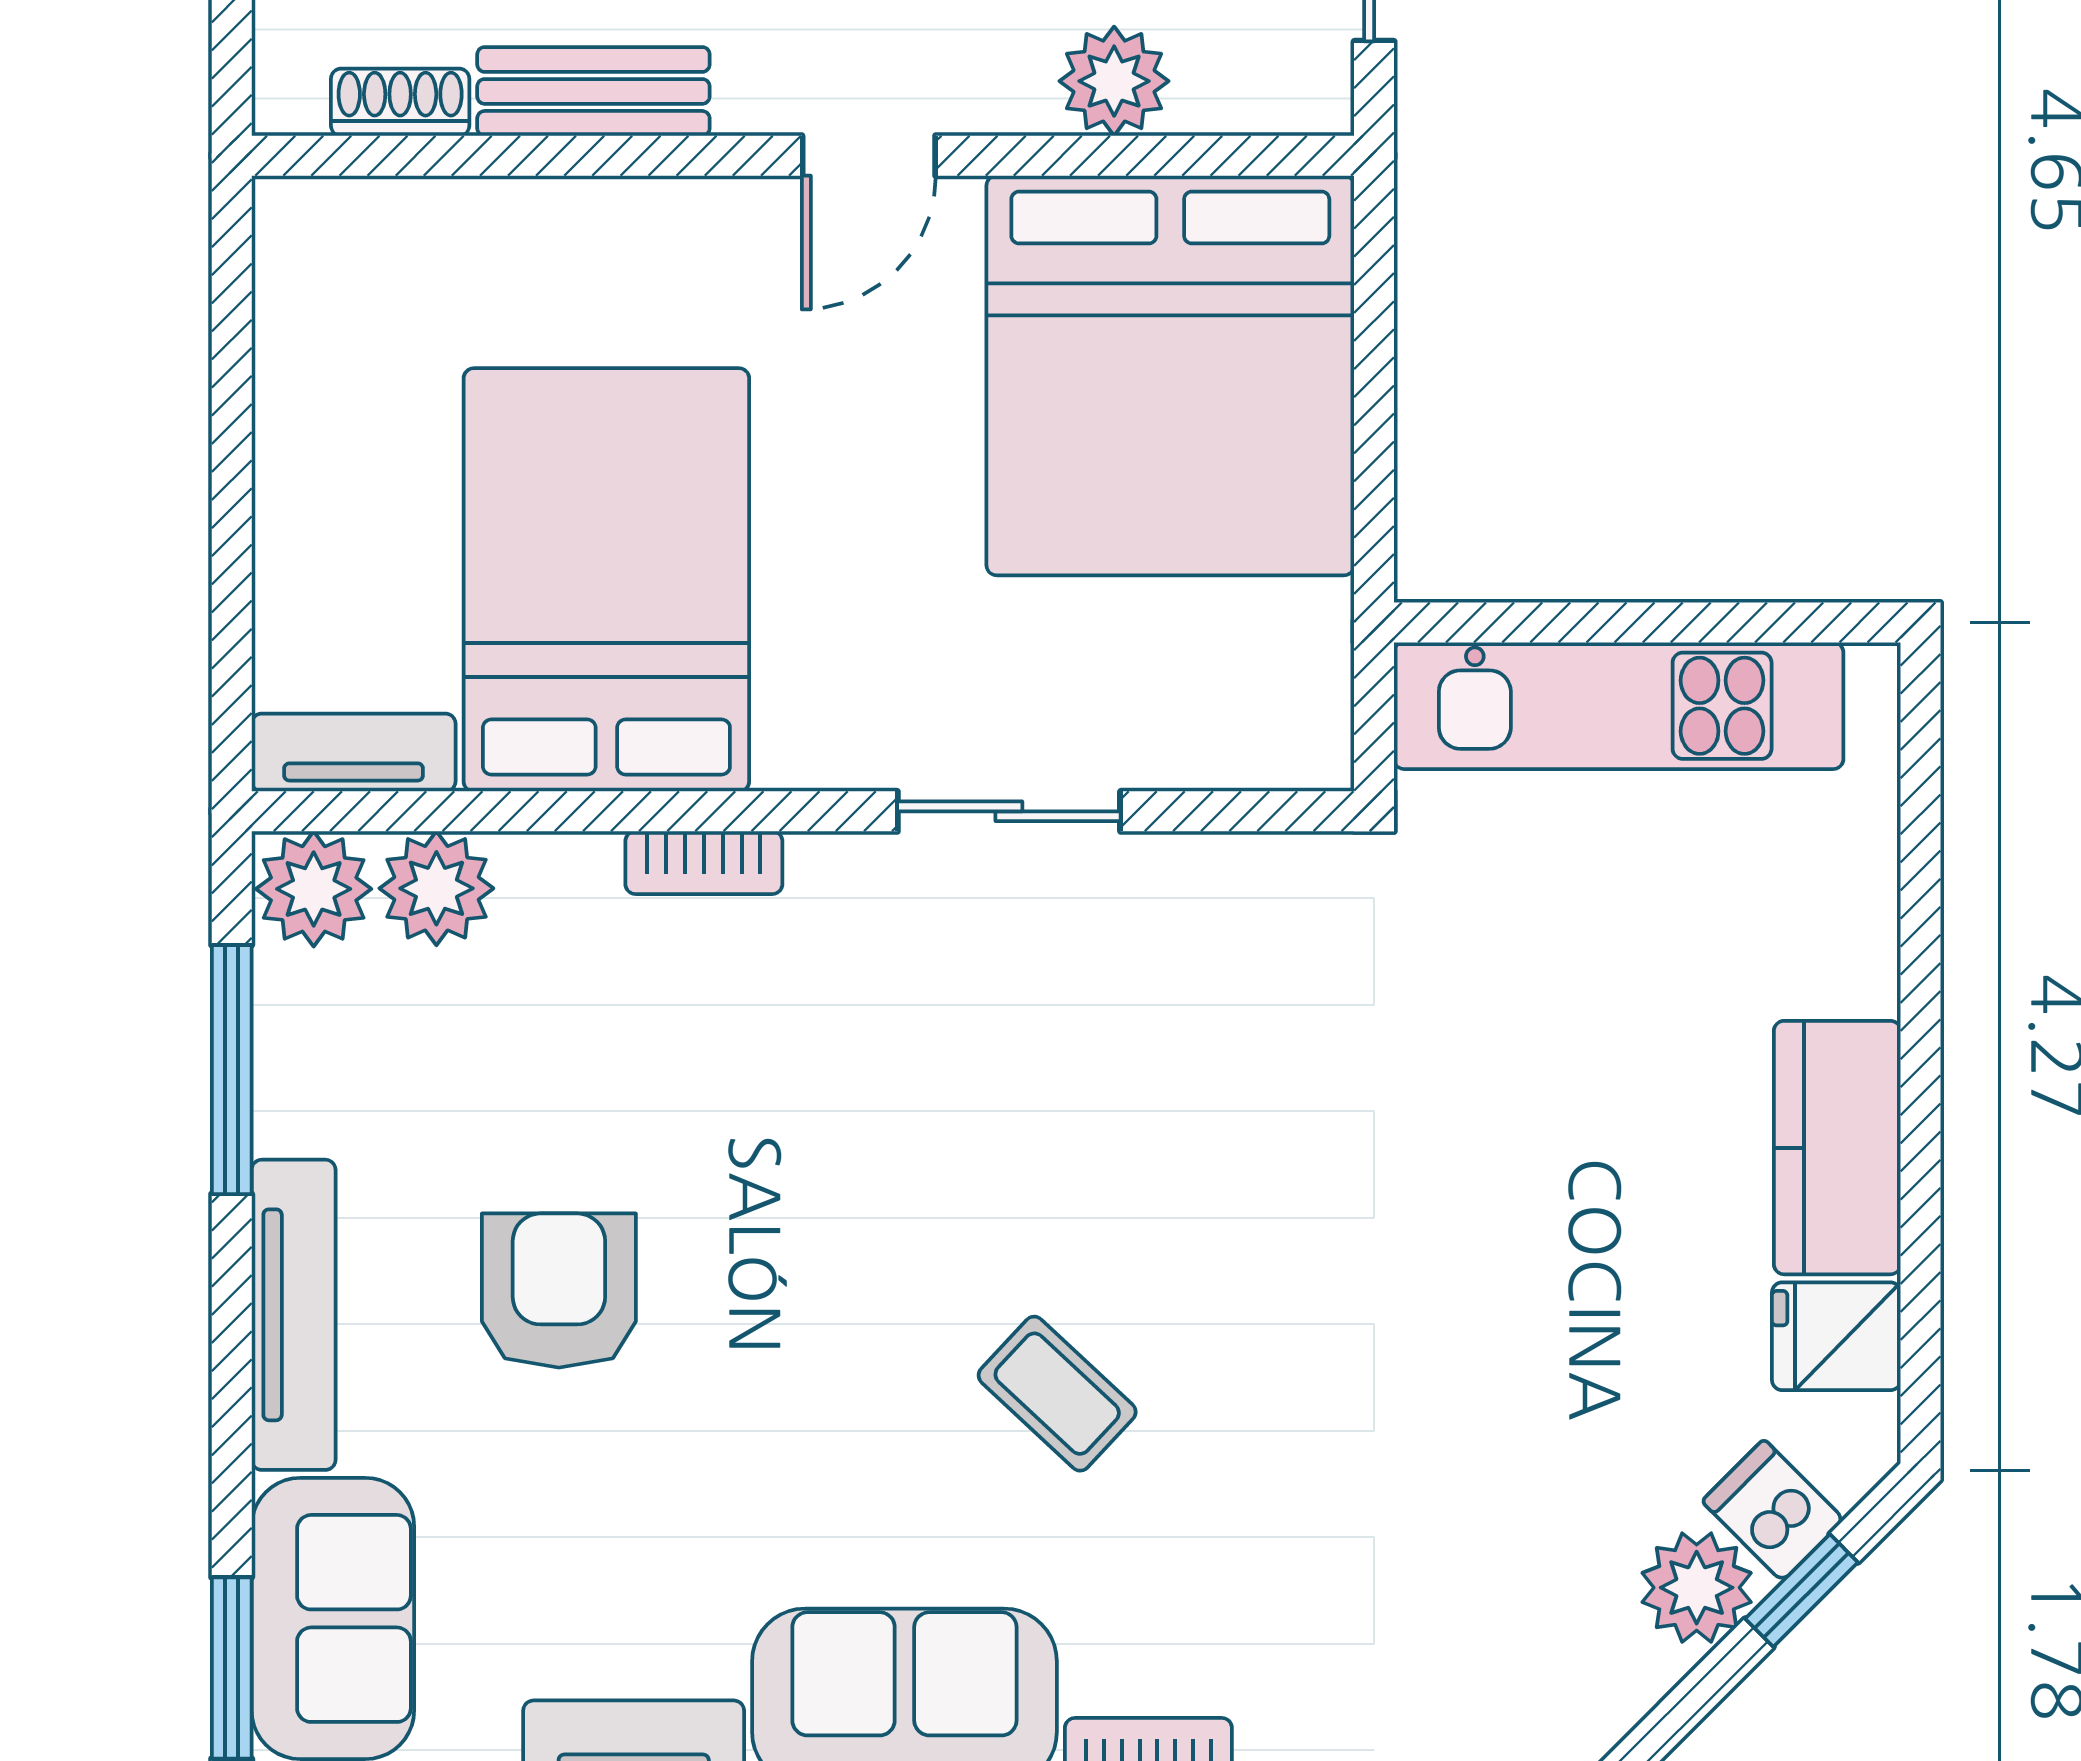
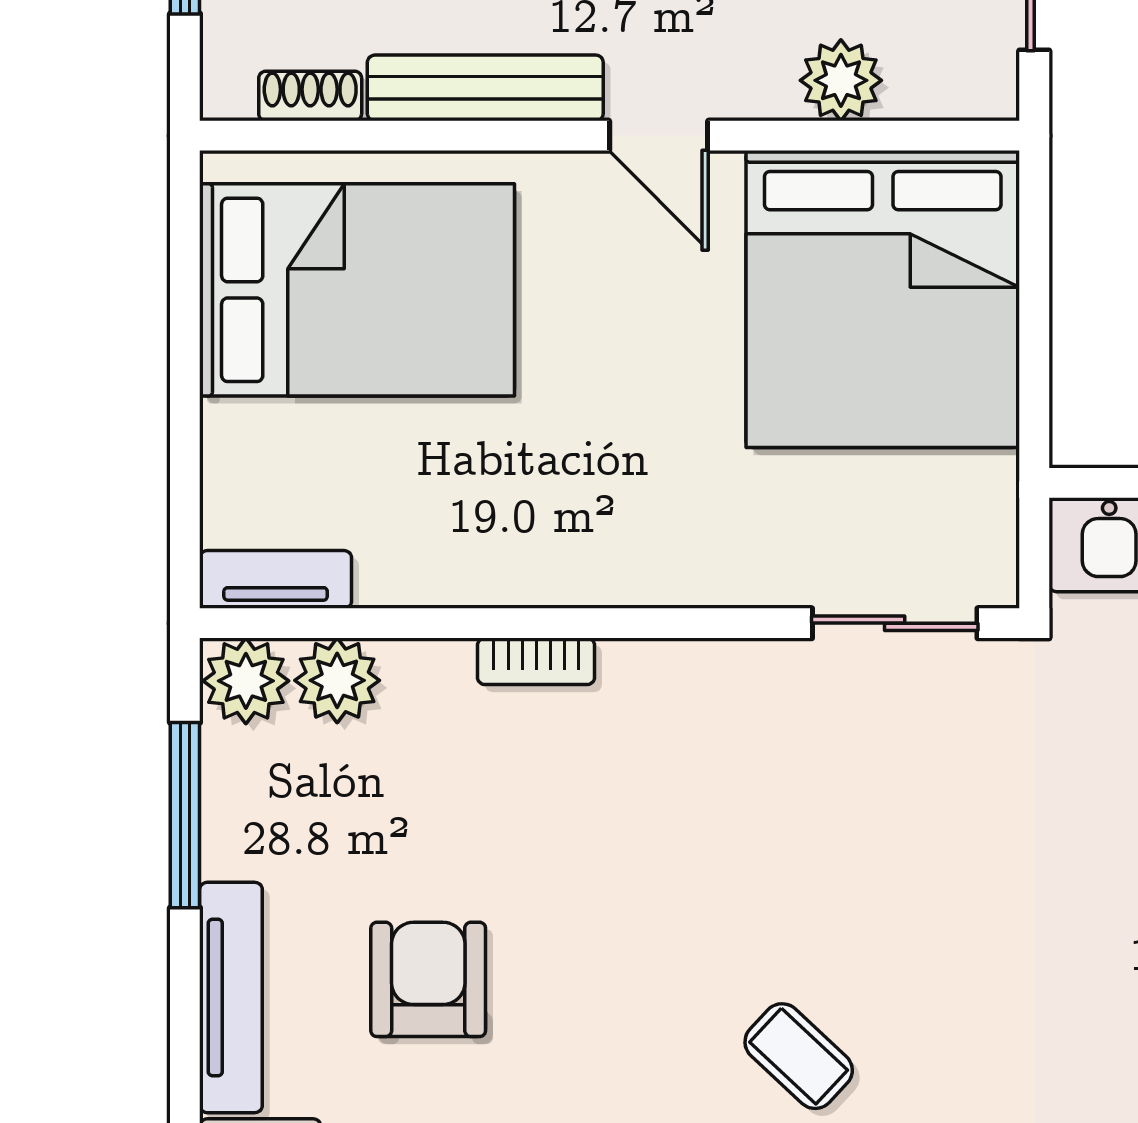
bench: (593, 91) -> (485, 88), width x1.36
door: (869, 156) -> (659, 136), hinge flipped
bed: (606, 580) -> (357, 290), moved, turned 90
sliding door: (1009, 811) -> (895, 623), moved

